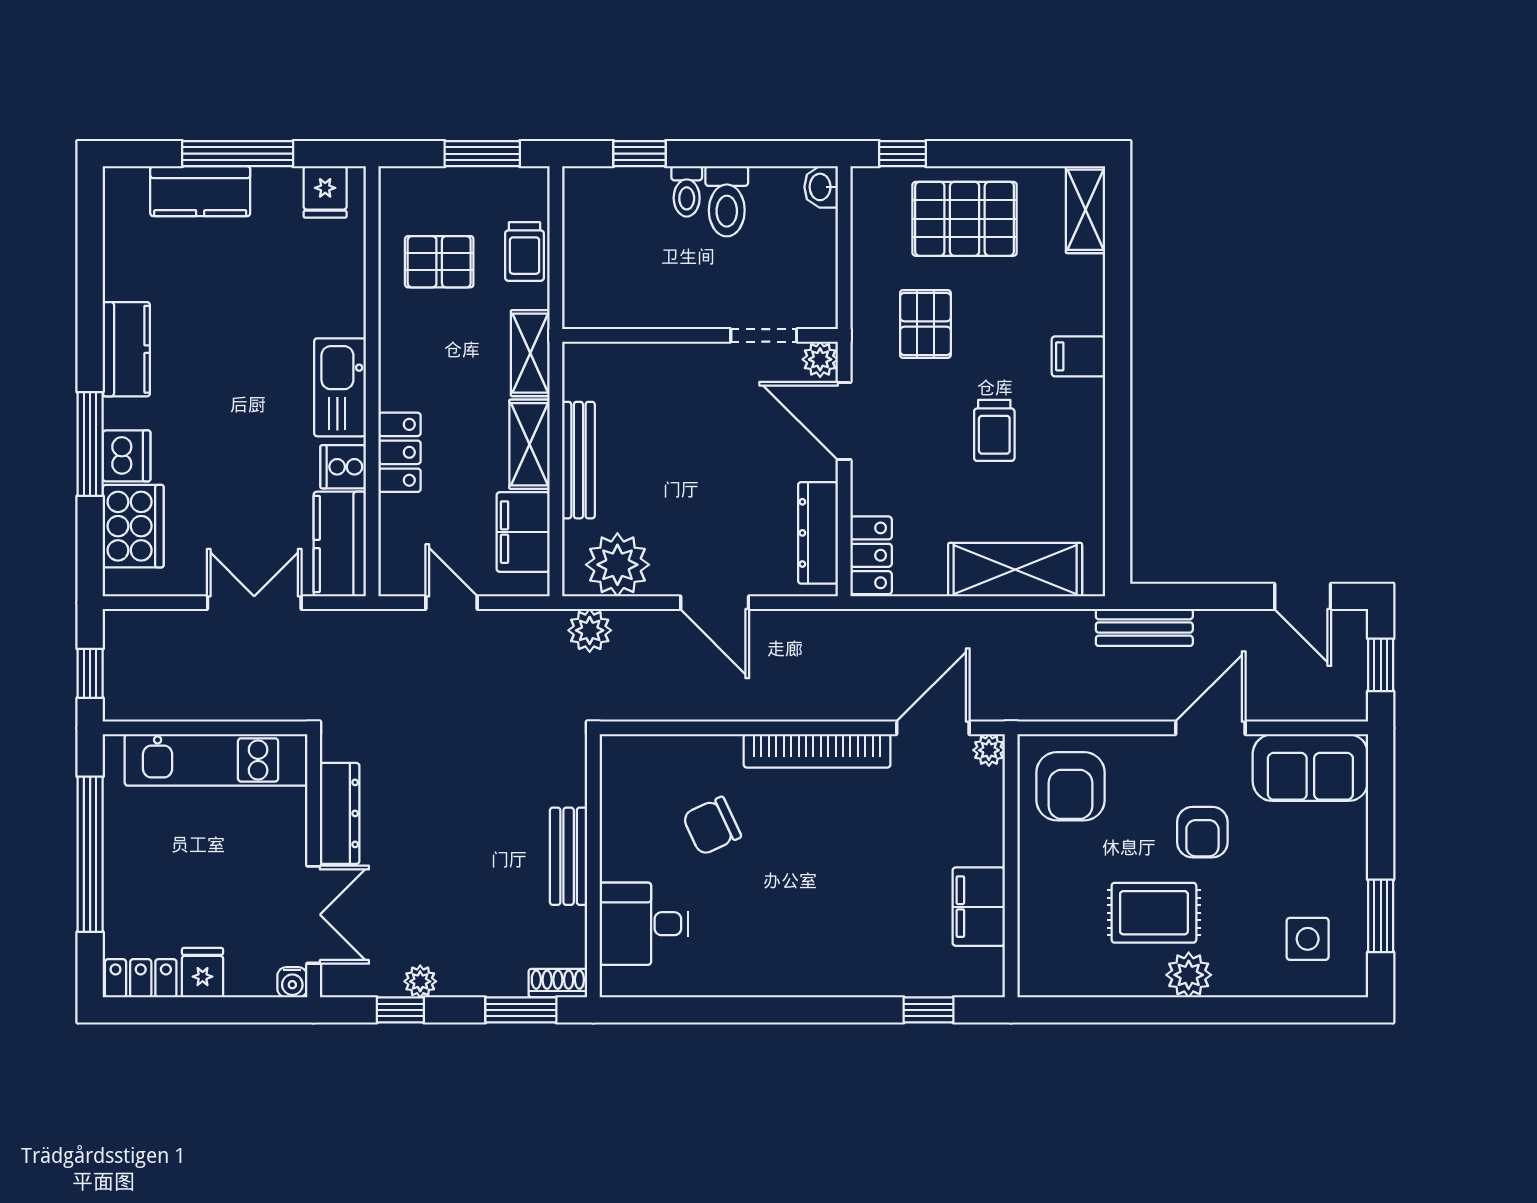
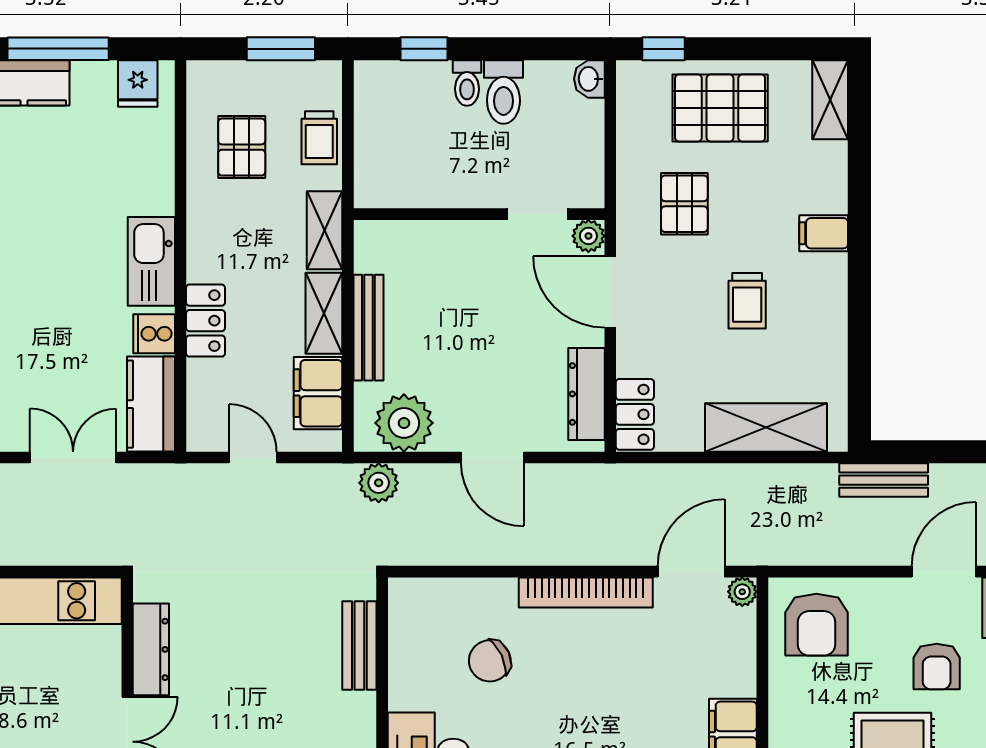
pallet: (439, 262) -> (242, 147), turned 90
bench: (569, 856) -> (359, 645), moved

